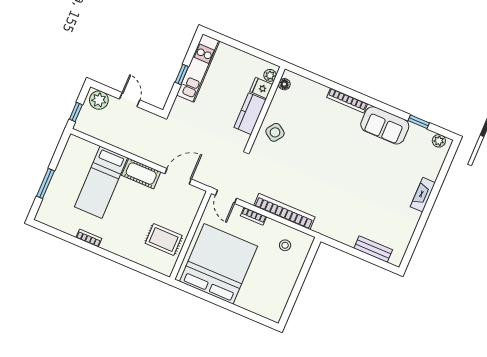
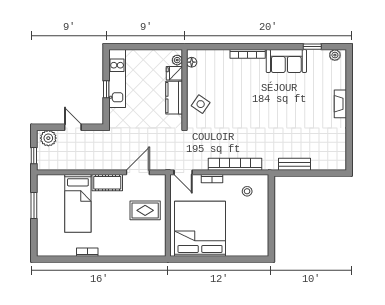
window: (45, 184) -> (34, 205), moved
rug: (164, 239) -> (145, 210), moved
bench: (373, 249) -> (295, 164), moved

